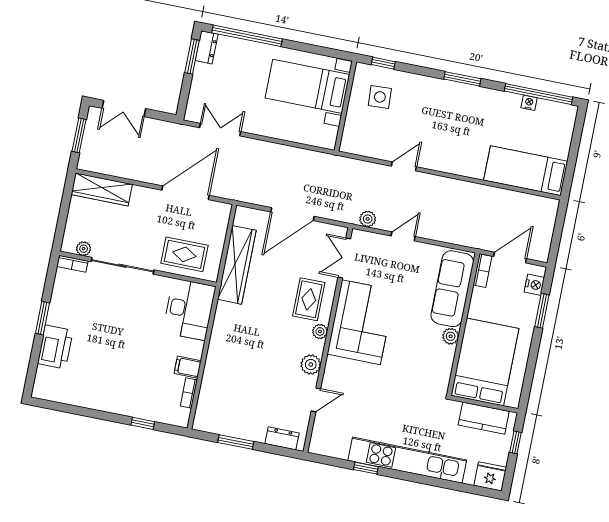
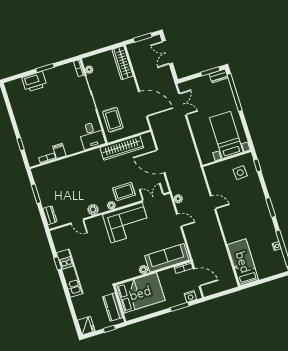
desk: (189, 309) -> (92, 135), width x0.73
kitchen unit: (407, 460) -> (70, 273), width x0.73

